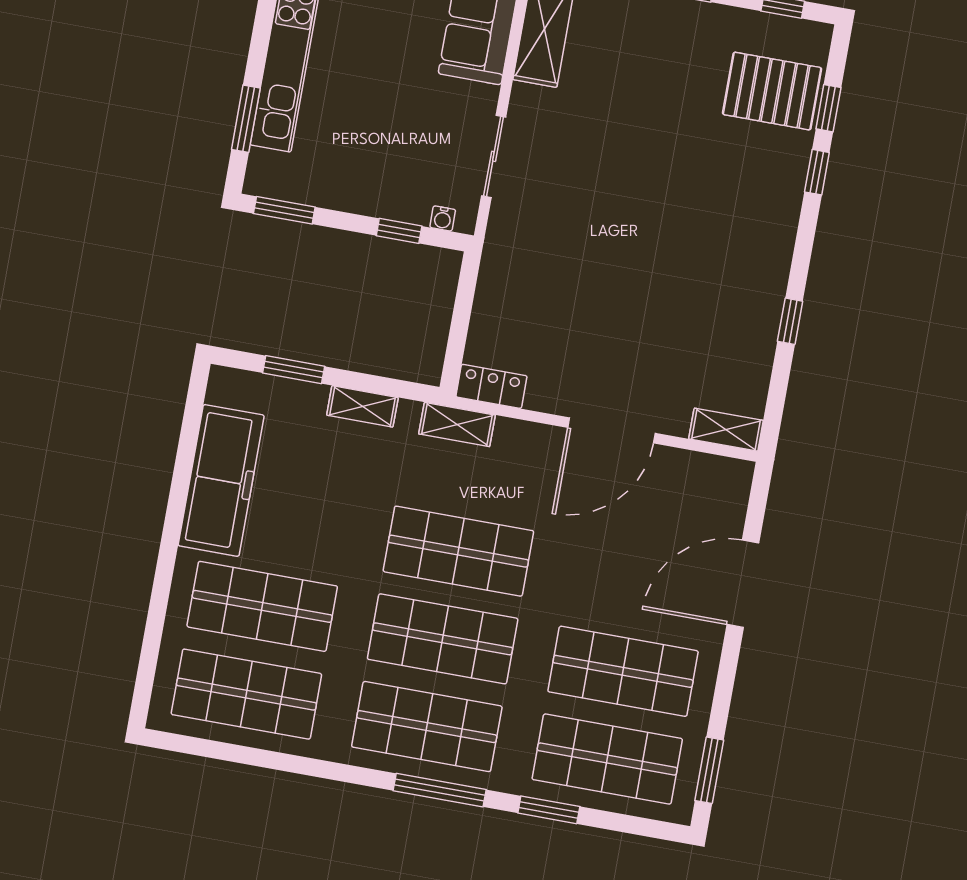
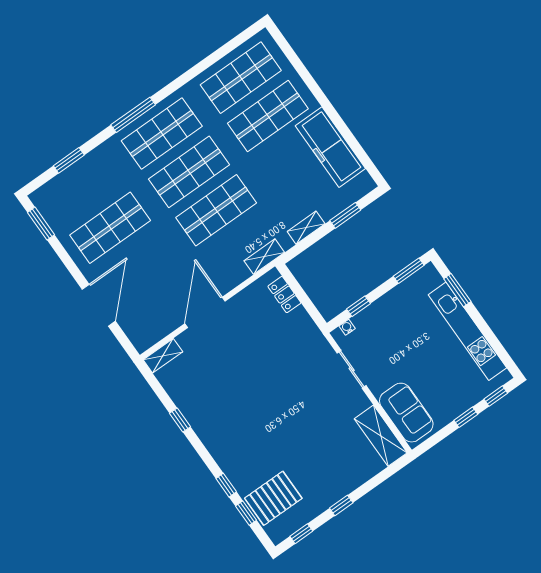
locker: (491, 386) -> (284, 295), moved, turned 90
shop shelf: (607, 759) -> (83, 189), removed
window: (549, 810) -> (69, 160), moved

